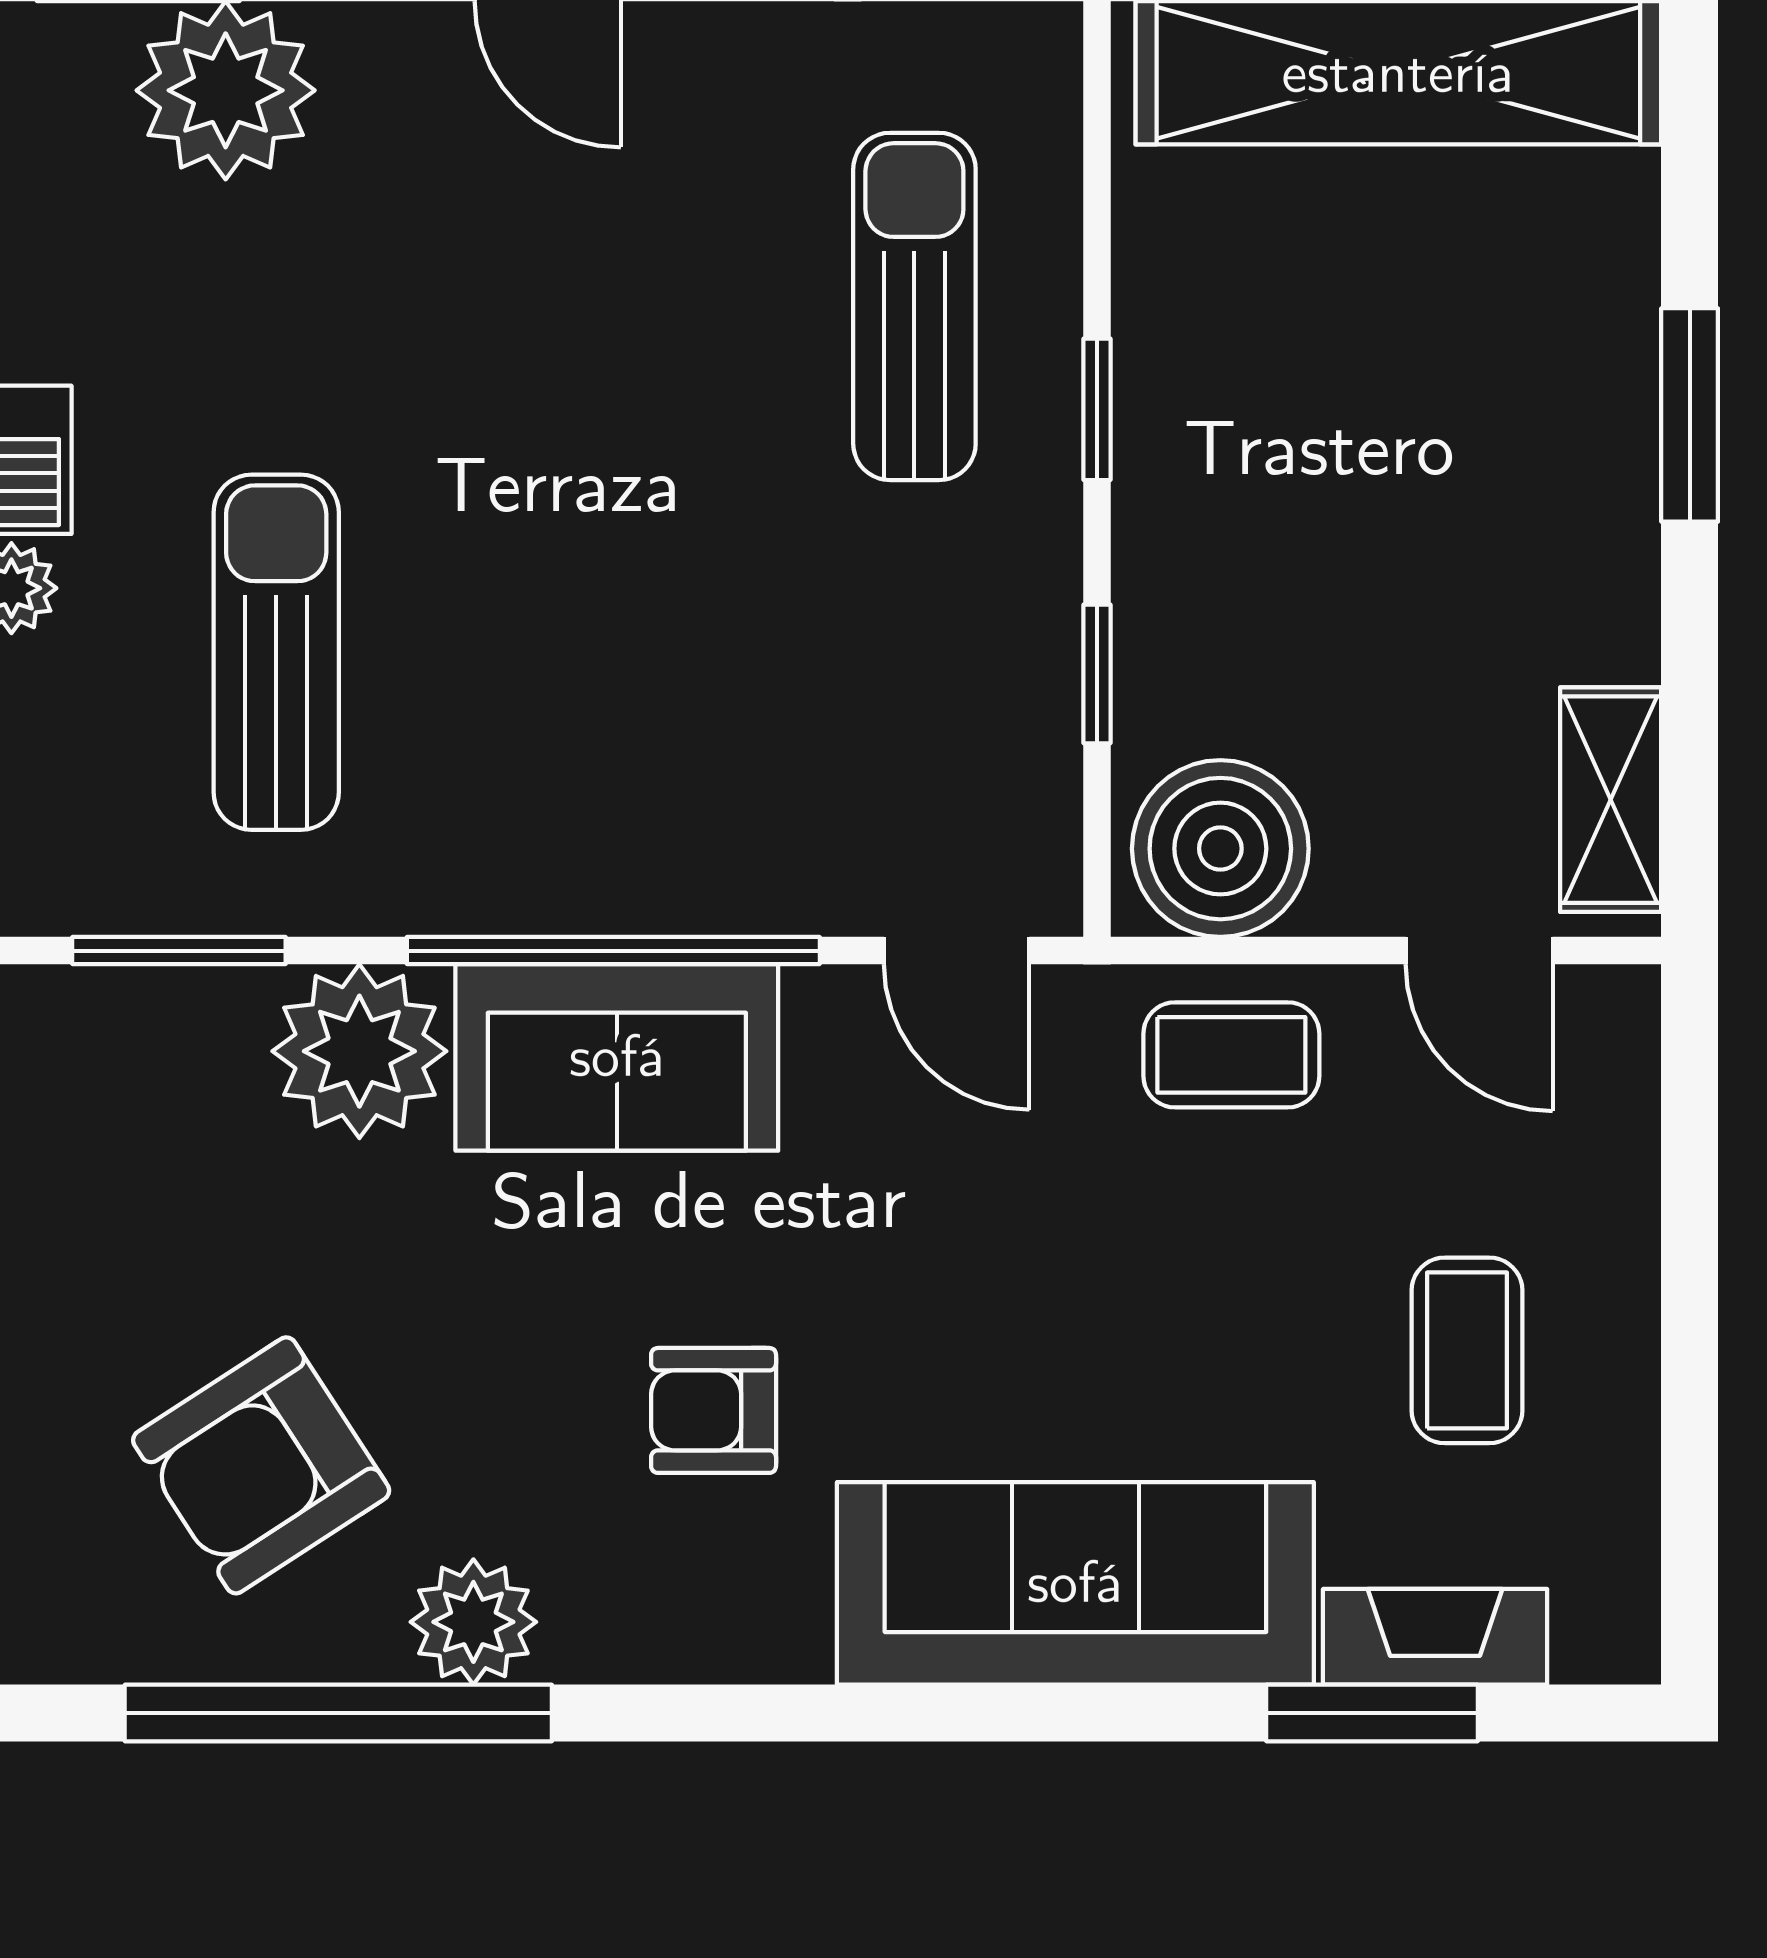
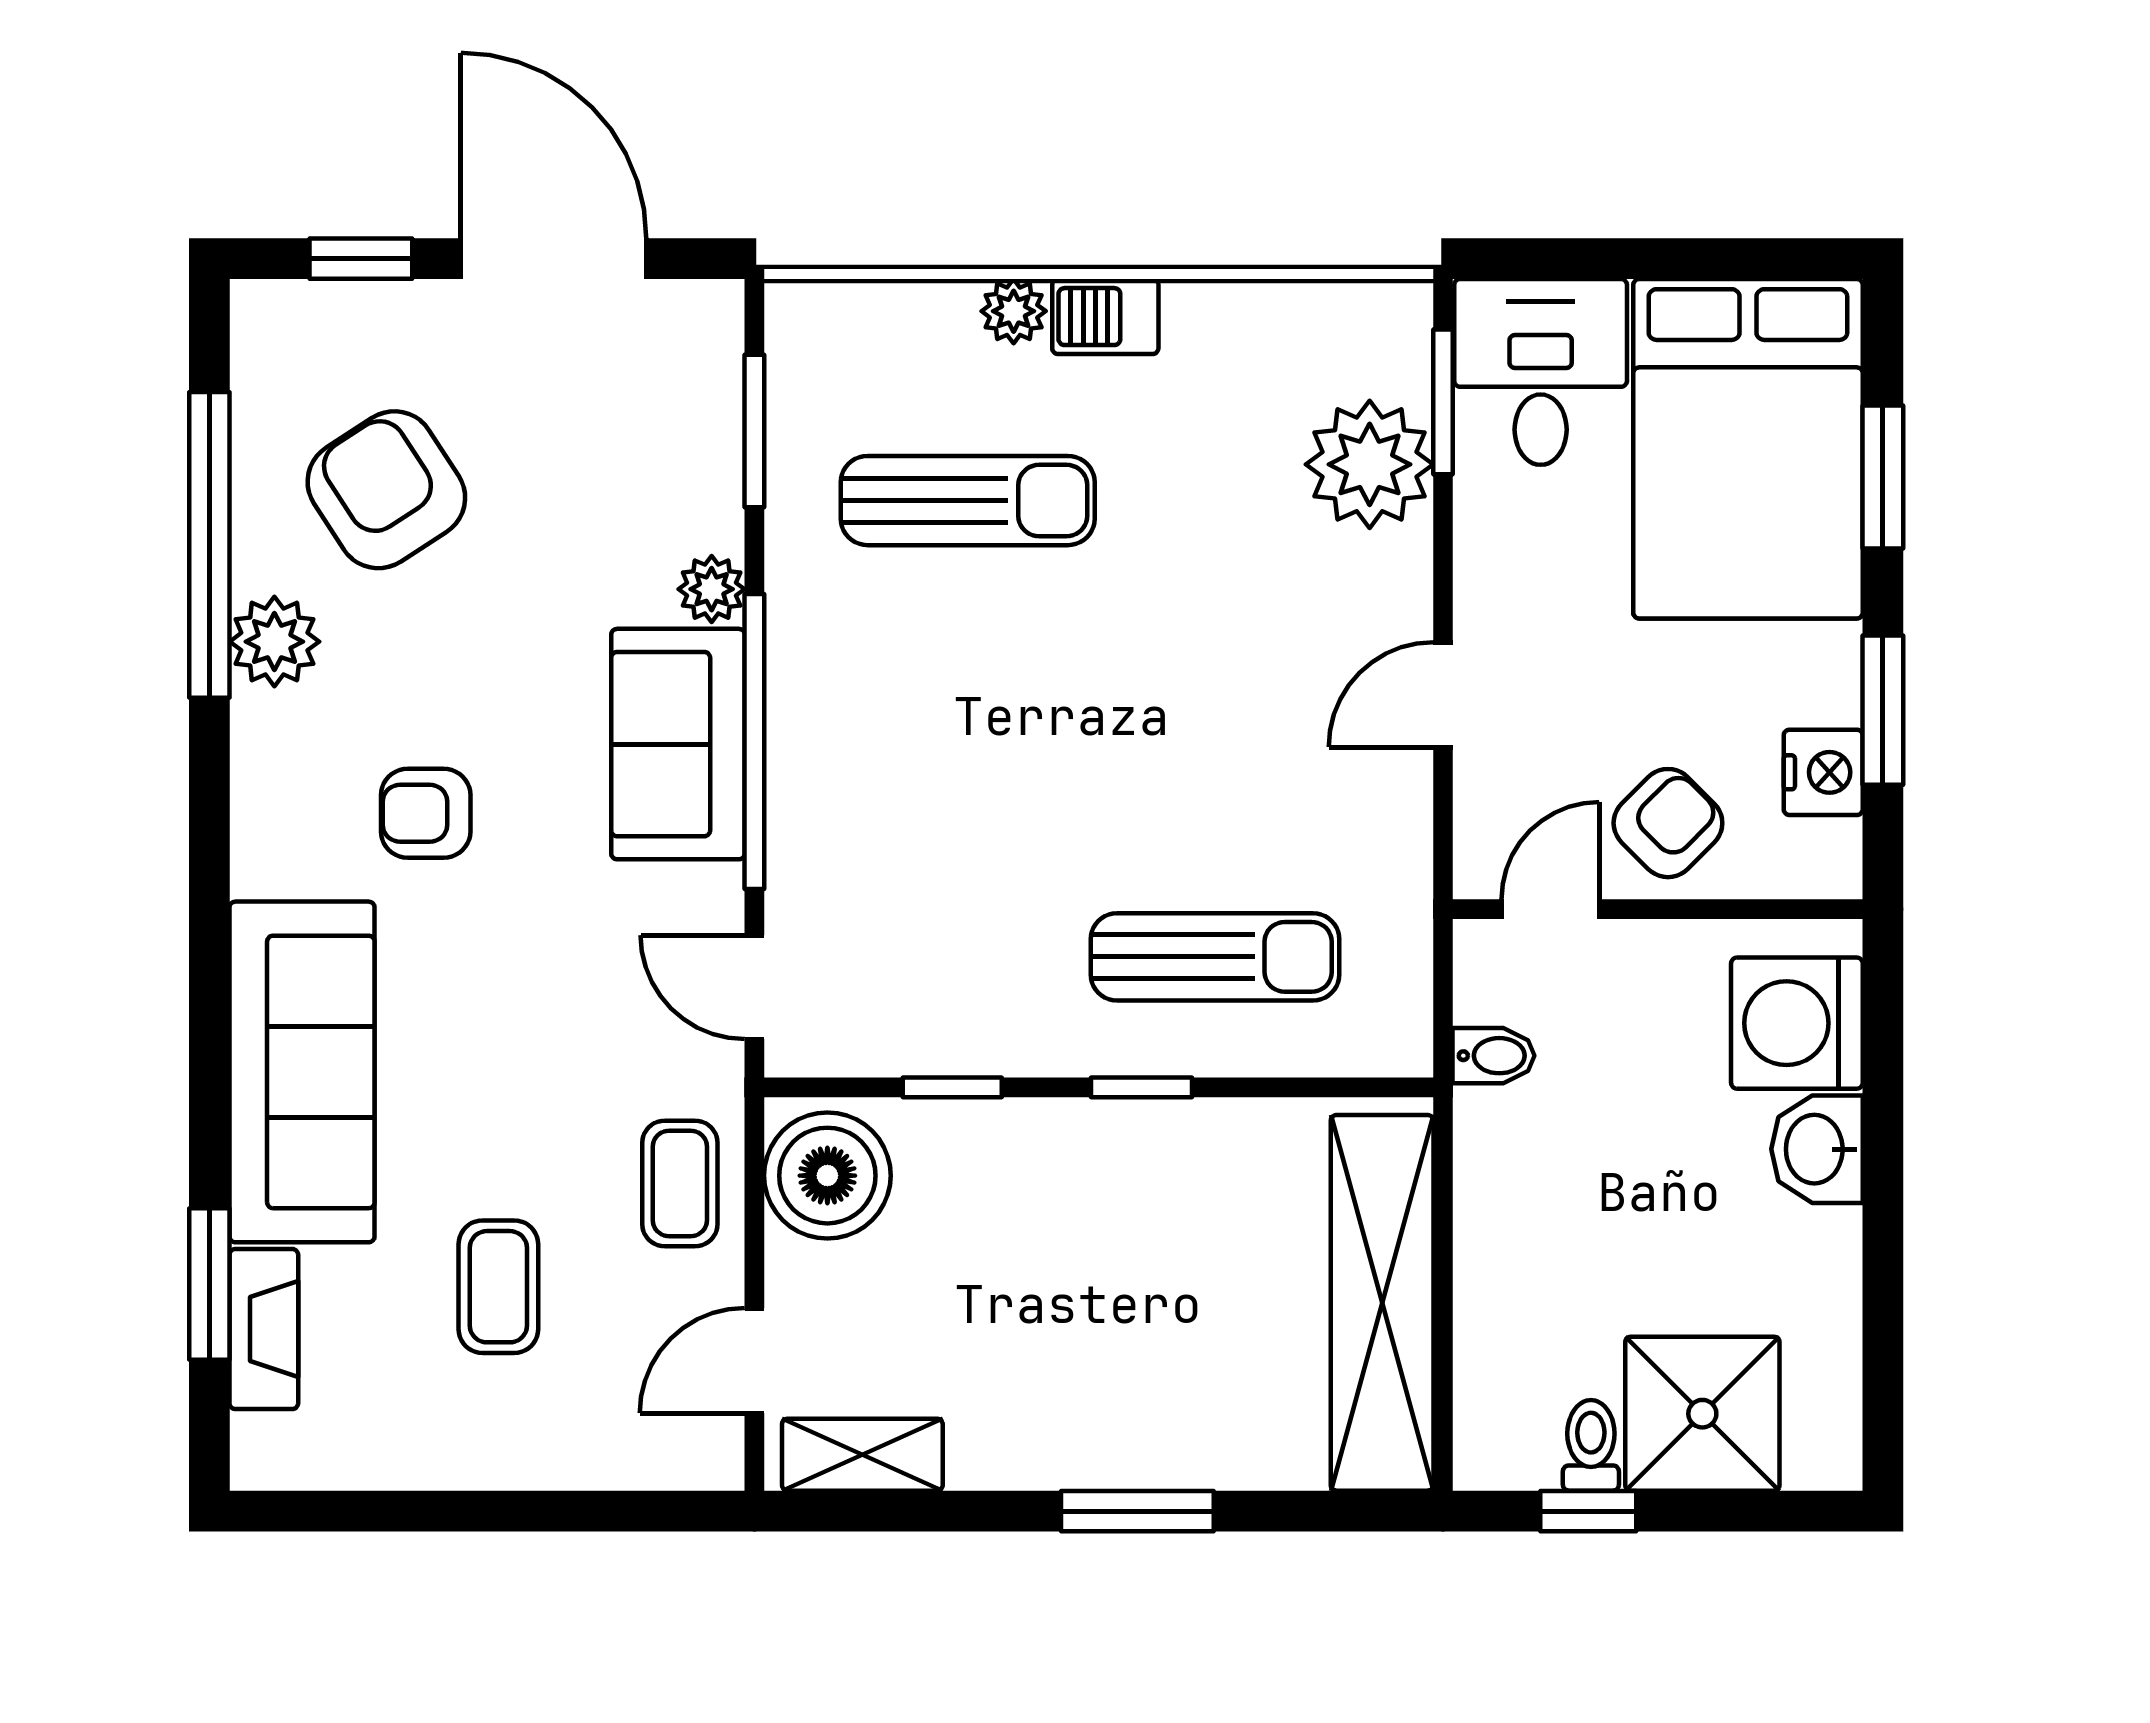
door: (957, 951) -> (754, 987), hinge flipped
plant: (359, 1051) -> (712, 589), width x0.53, depth x0.53
coffee table: (1467, 1350) -> (498, 1287), moved, turned 90
armchair: (714, 1410) -> (426, 813), turned -90

